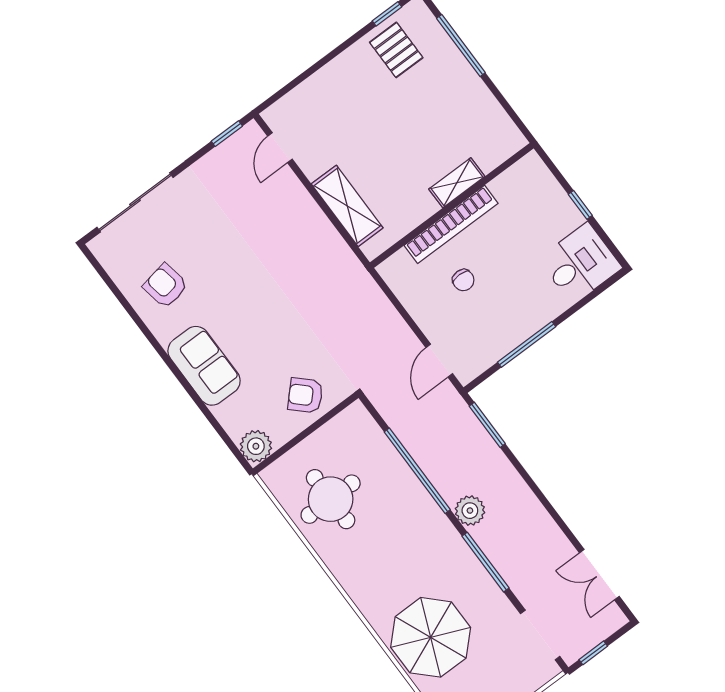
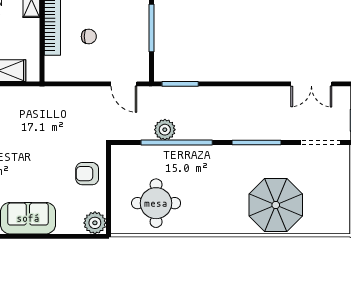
armchair: (305, 395) -> (87, 174), turned 46
plant: (470, 511) -> (165, 130), moved

